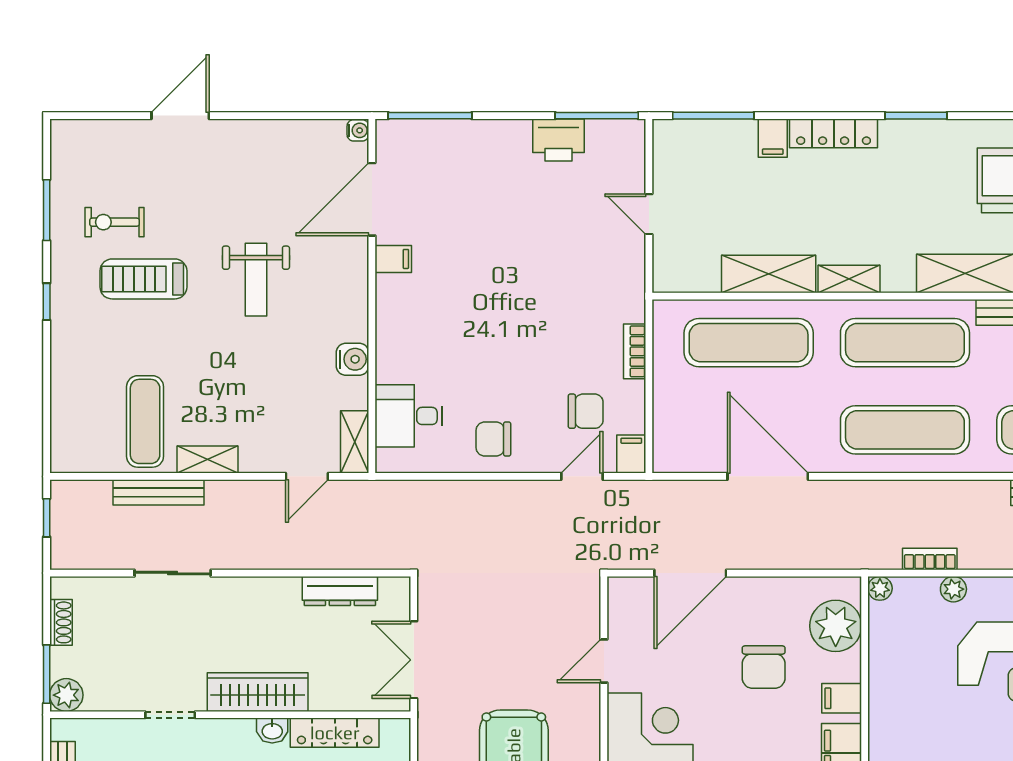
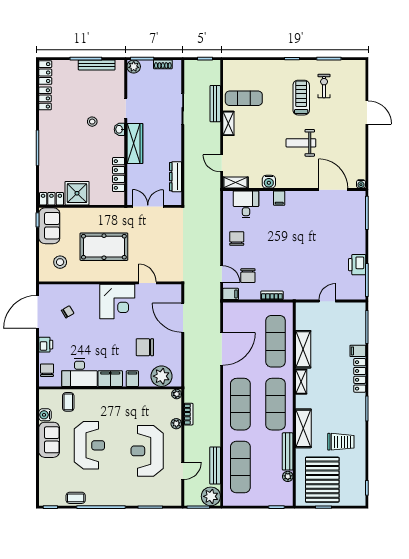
filing cabinet: (393, 259) -> (279, 198), moved
washbasin: (272, 731) -> (119, 129), moved

